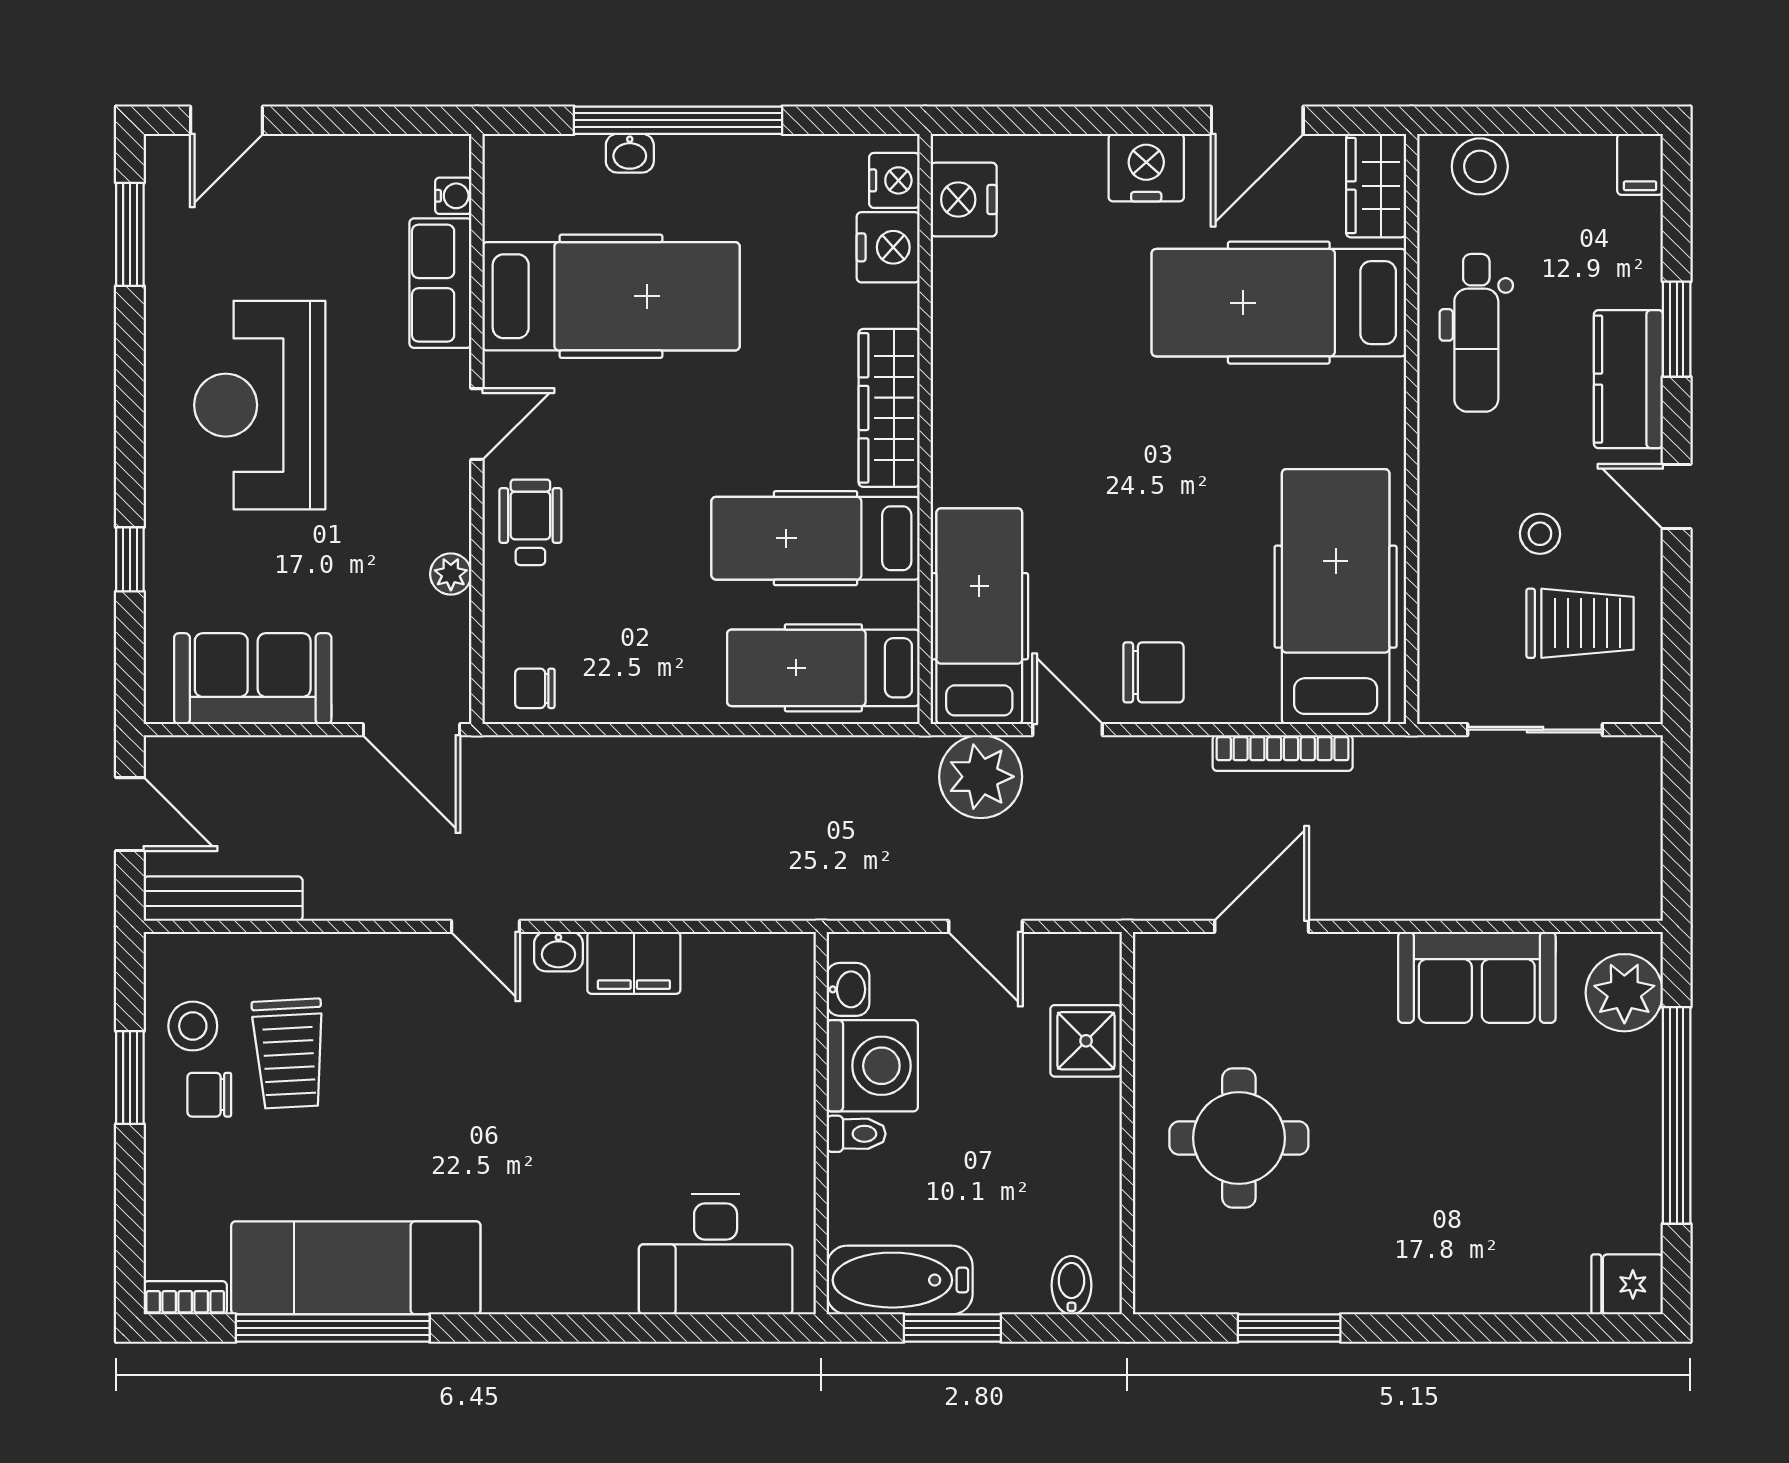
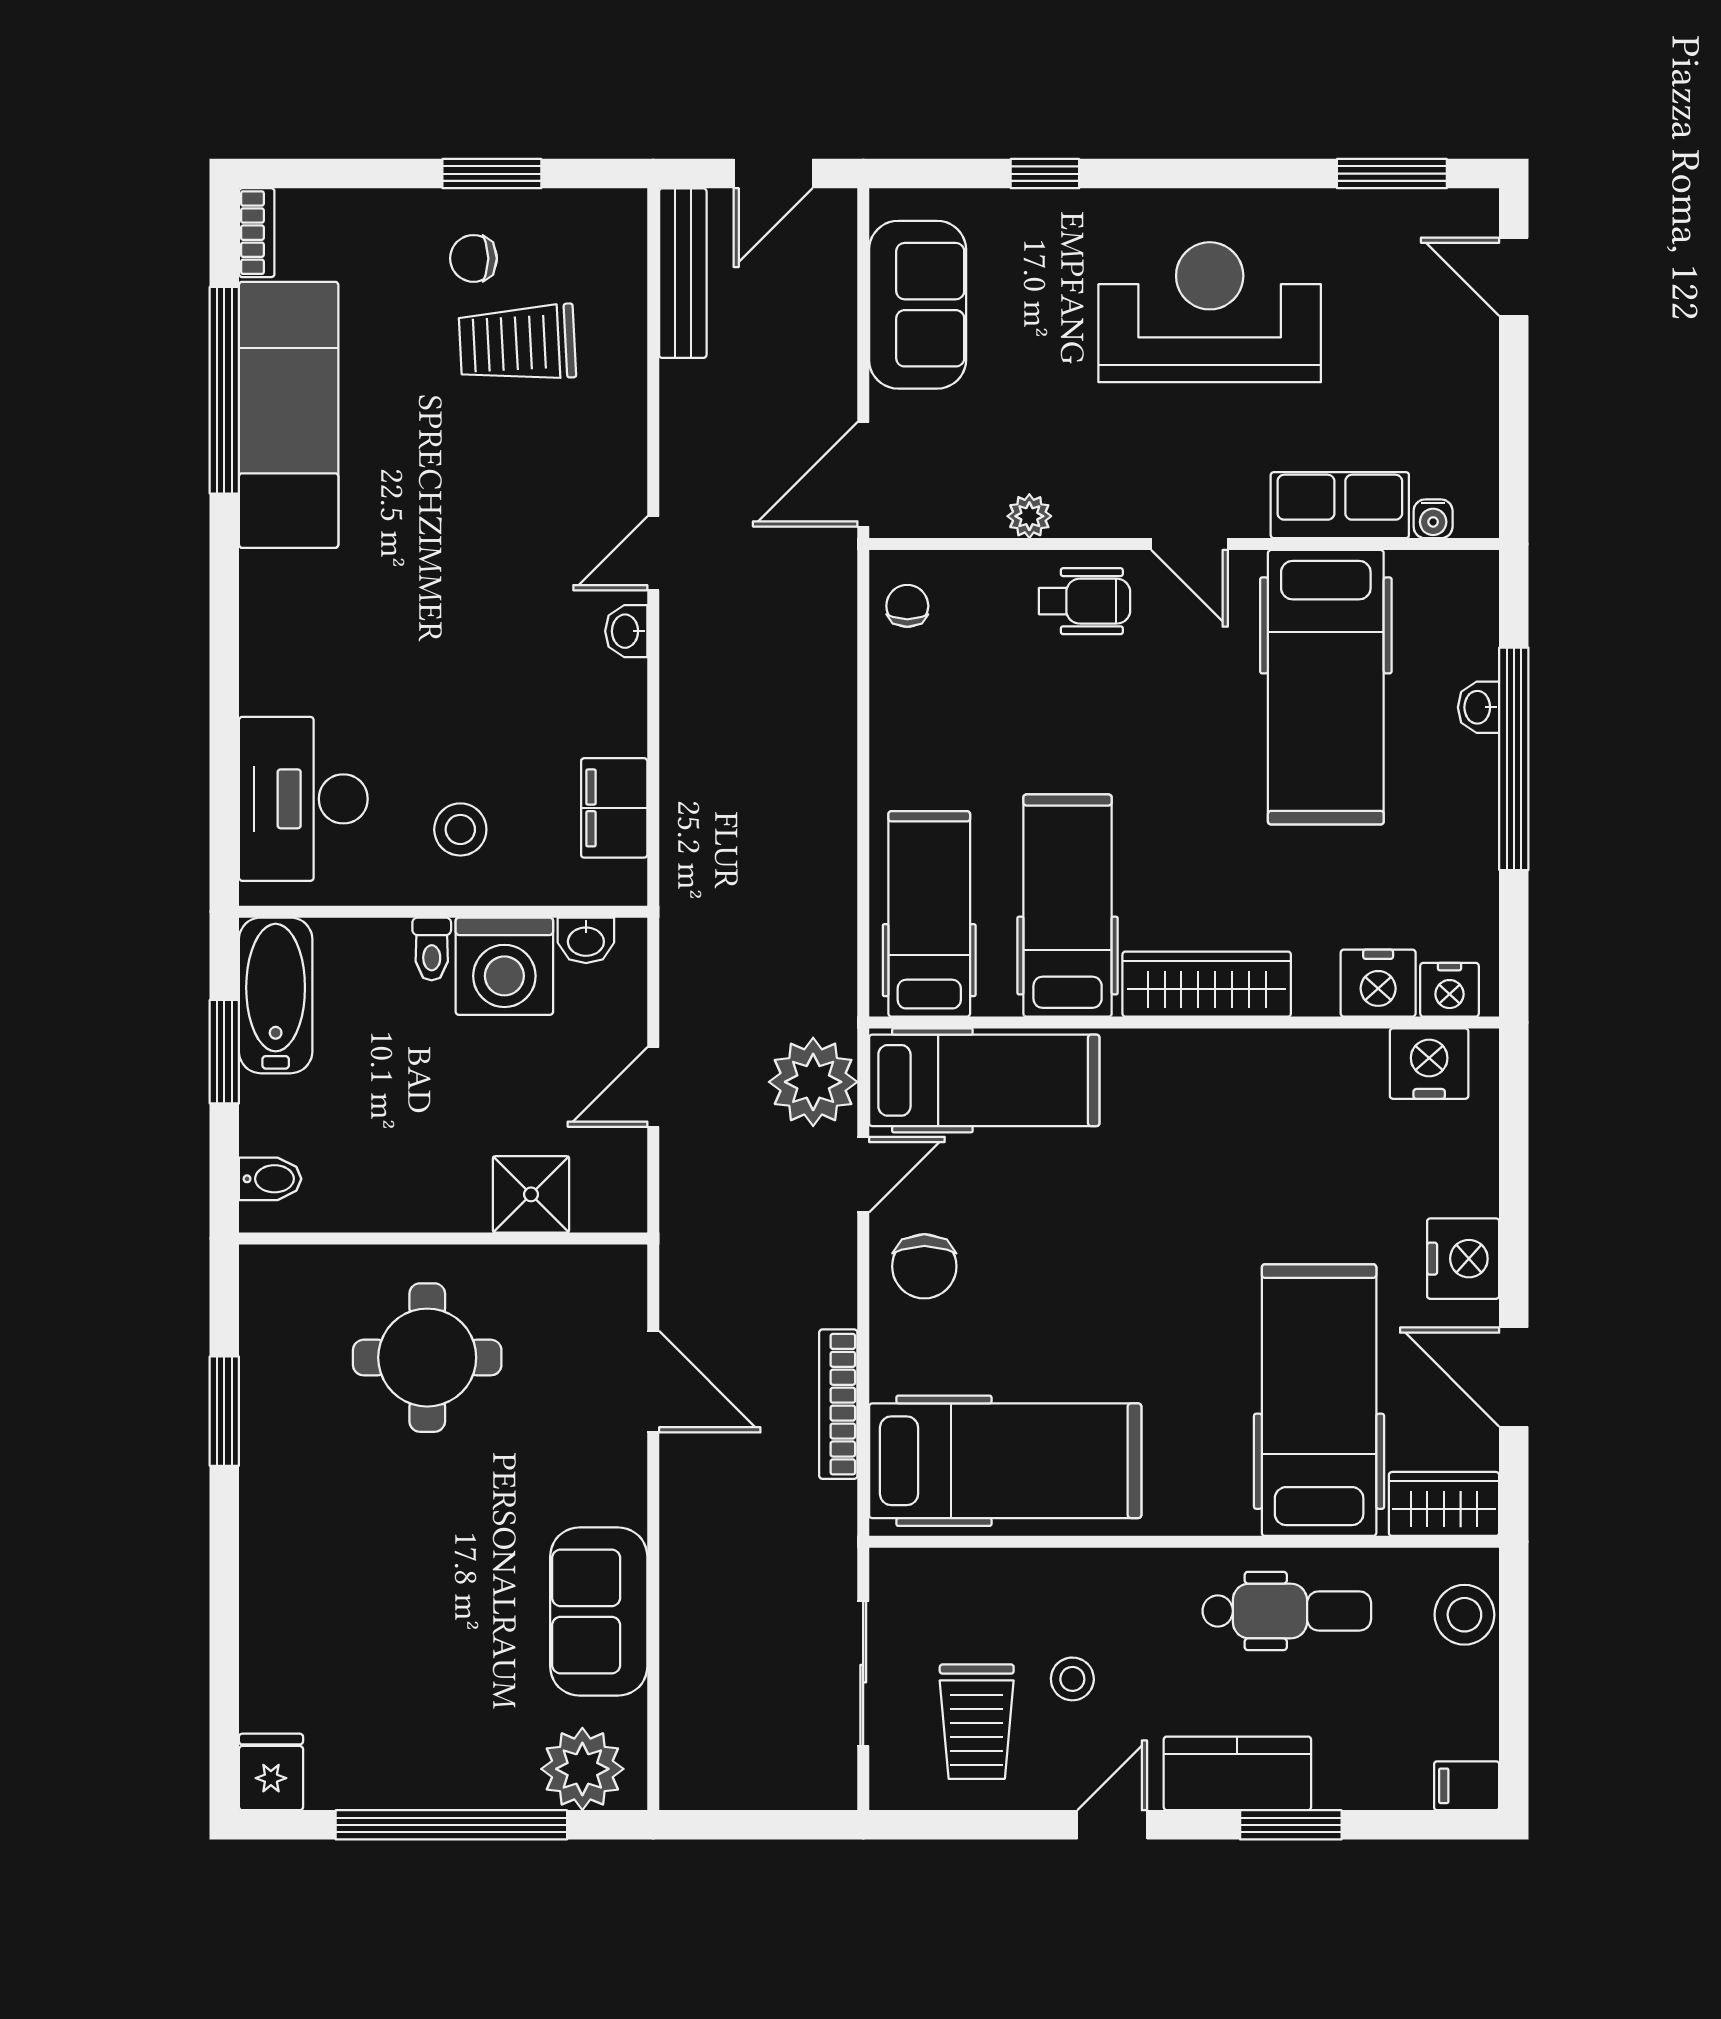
dental chair: (1476, 333) -> (1287, 1611), turned 180
filing cabinet: (634, 963) -> (614, 808), moved
stool: (193, 1026) -> (460, 829), moved
chair: (209, 1095) -> (473, 258), turned -90

